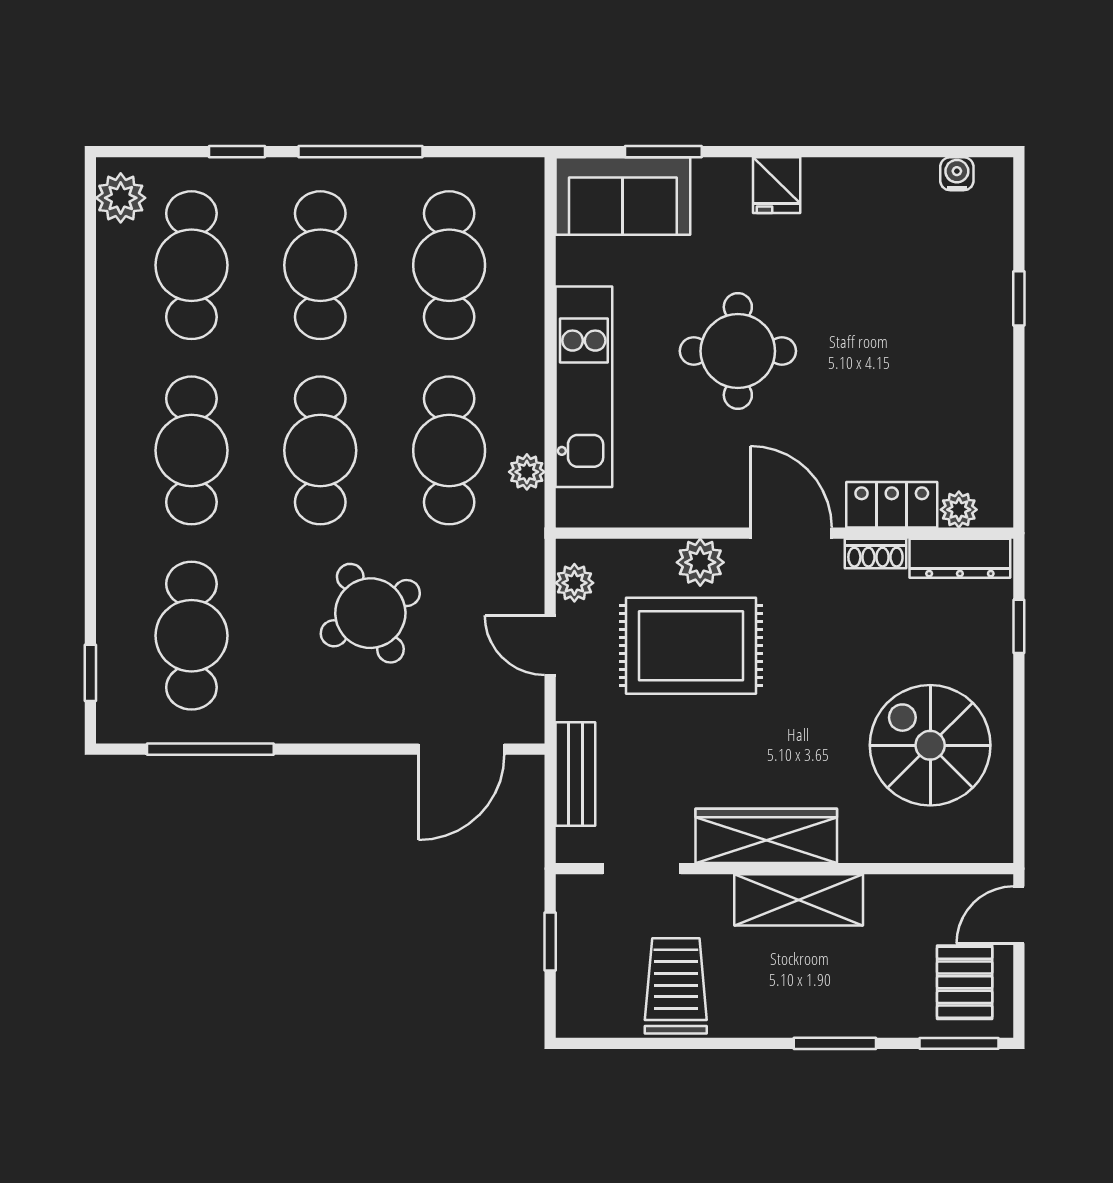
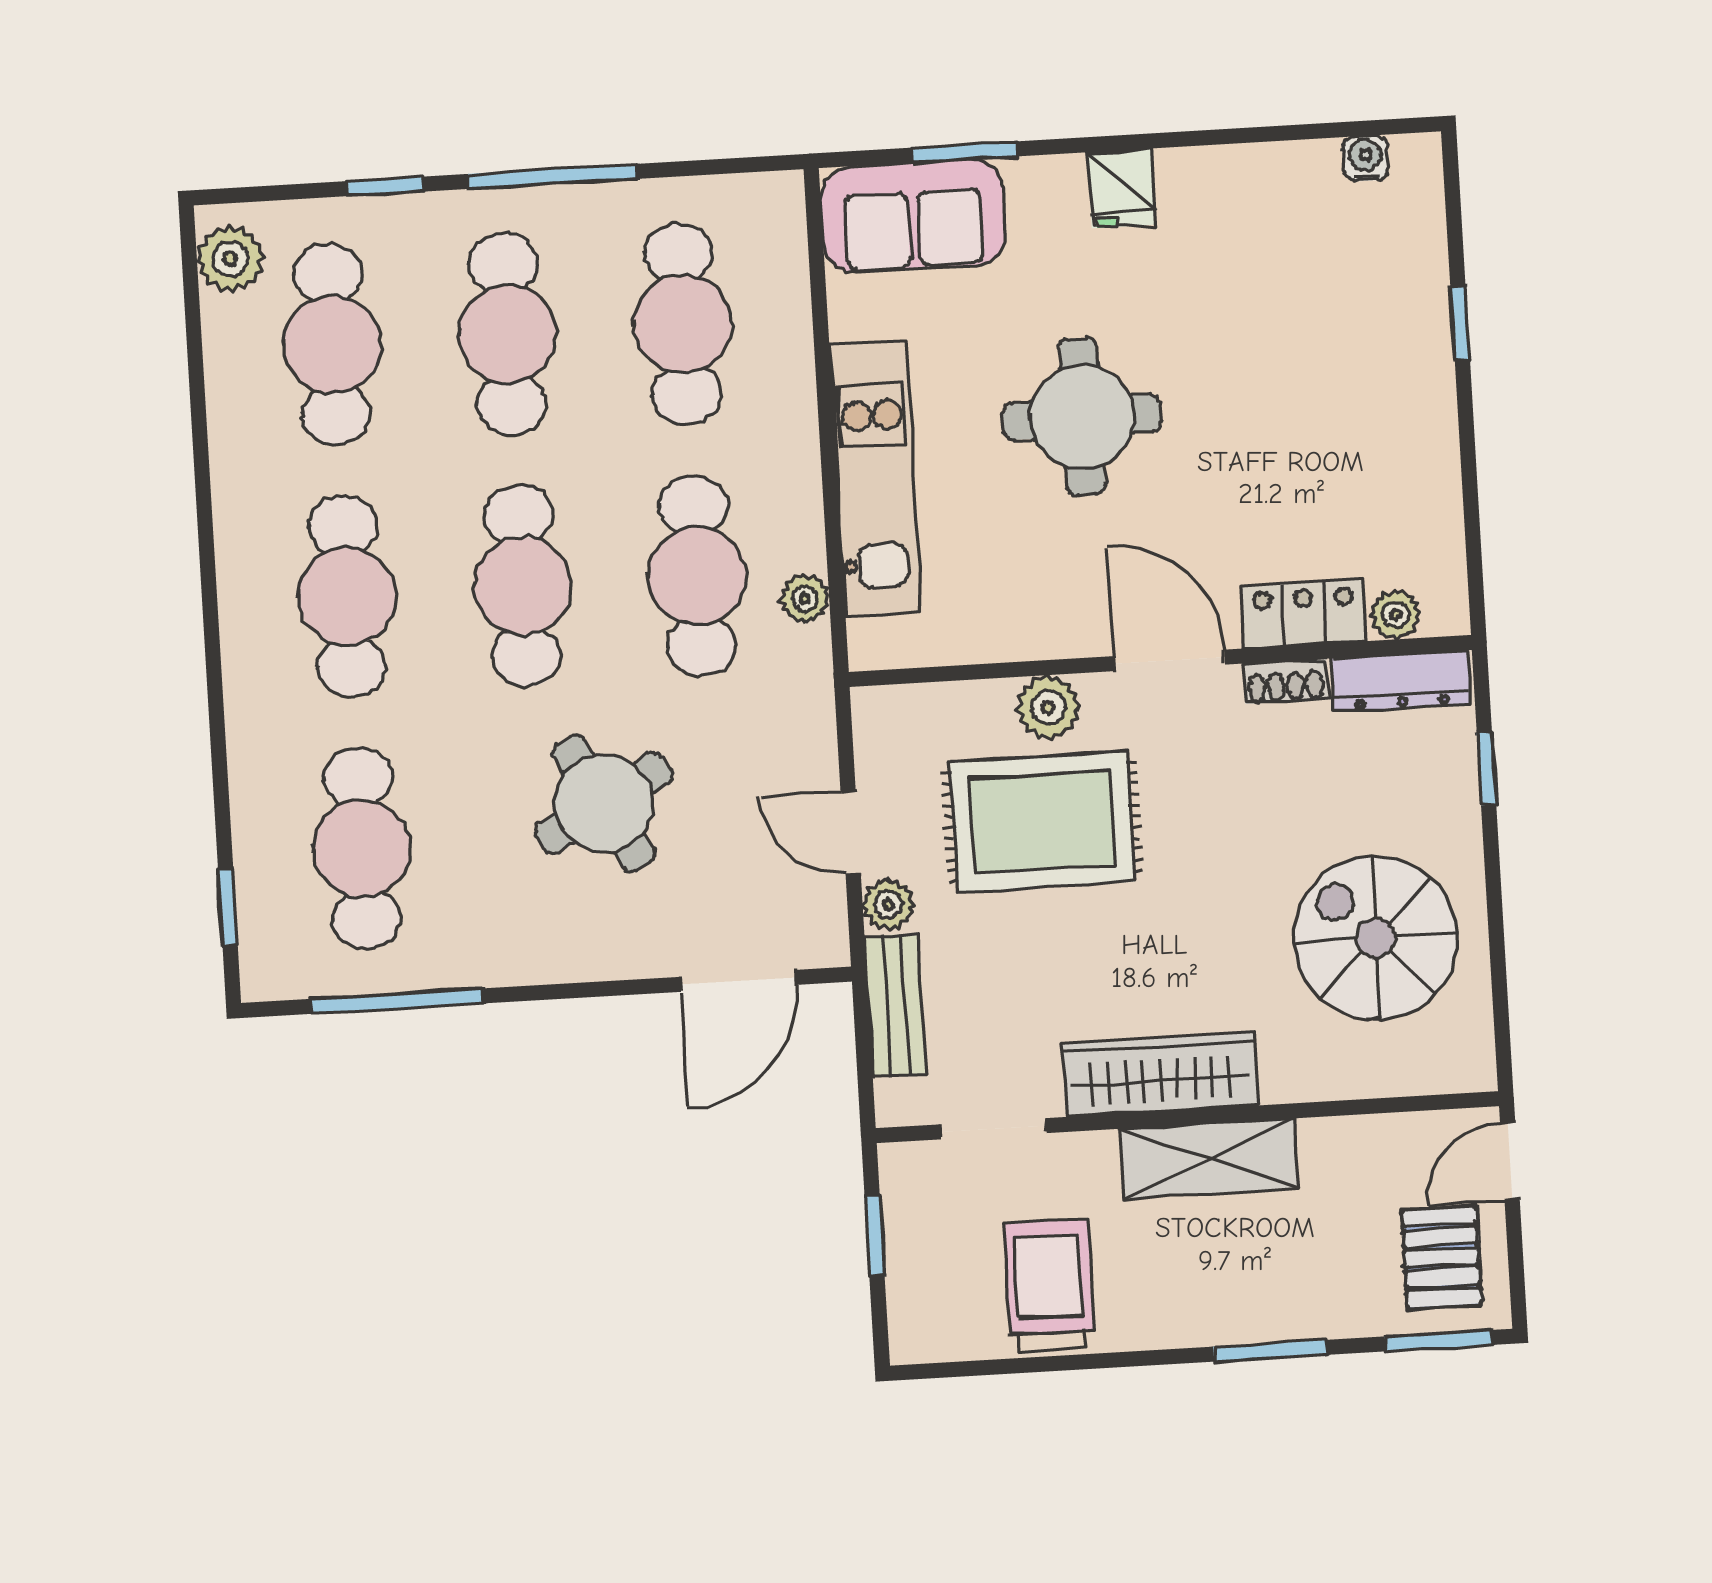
plant: (574, 583) -> (888, 904), moved

